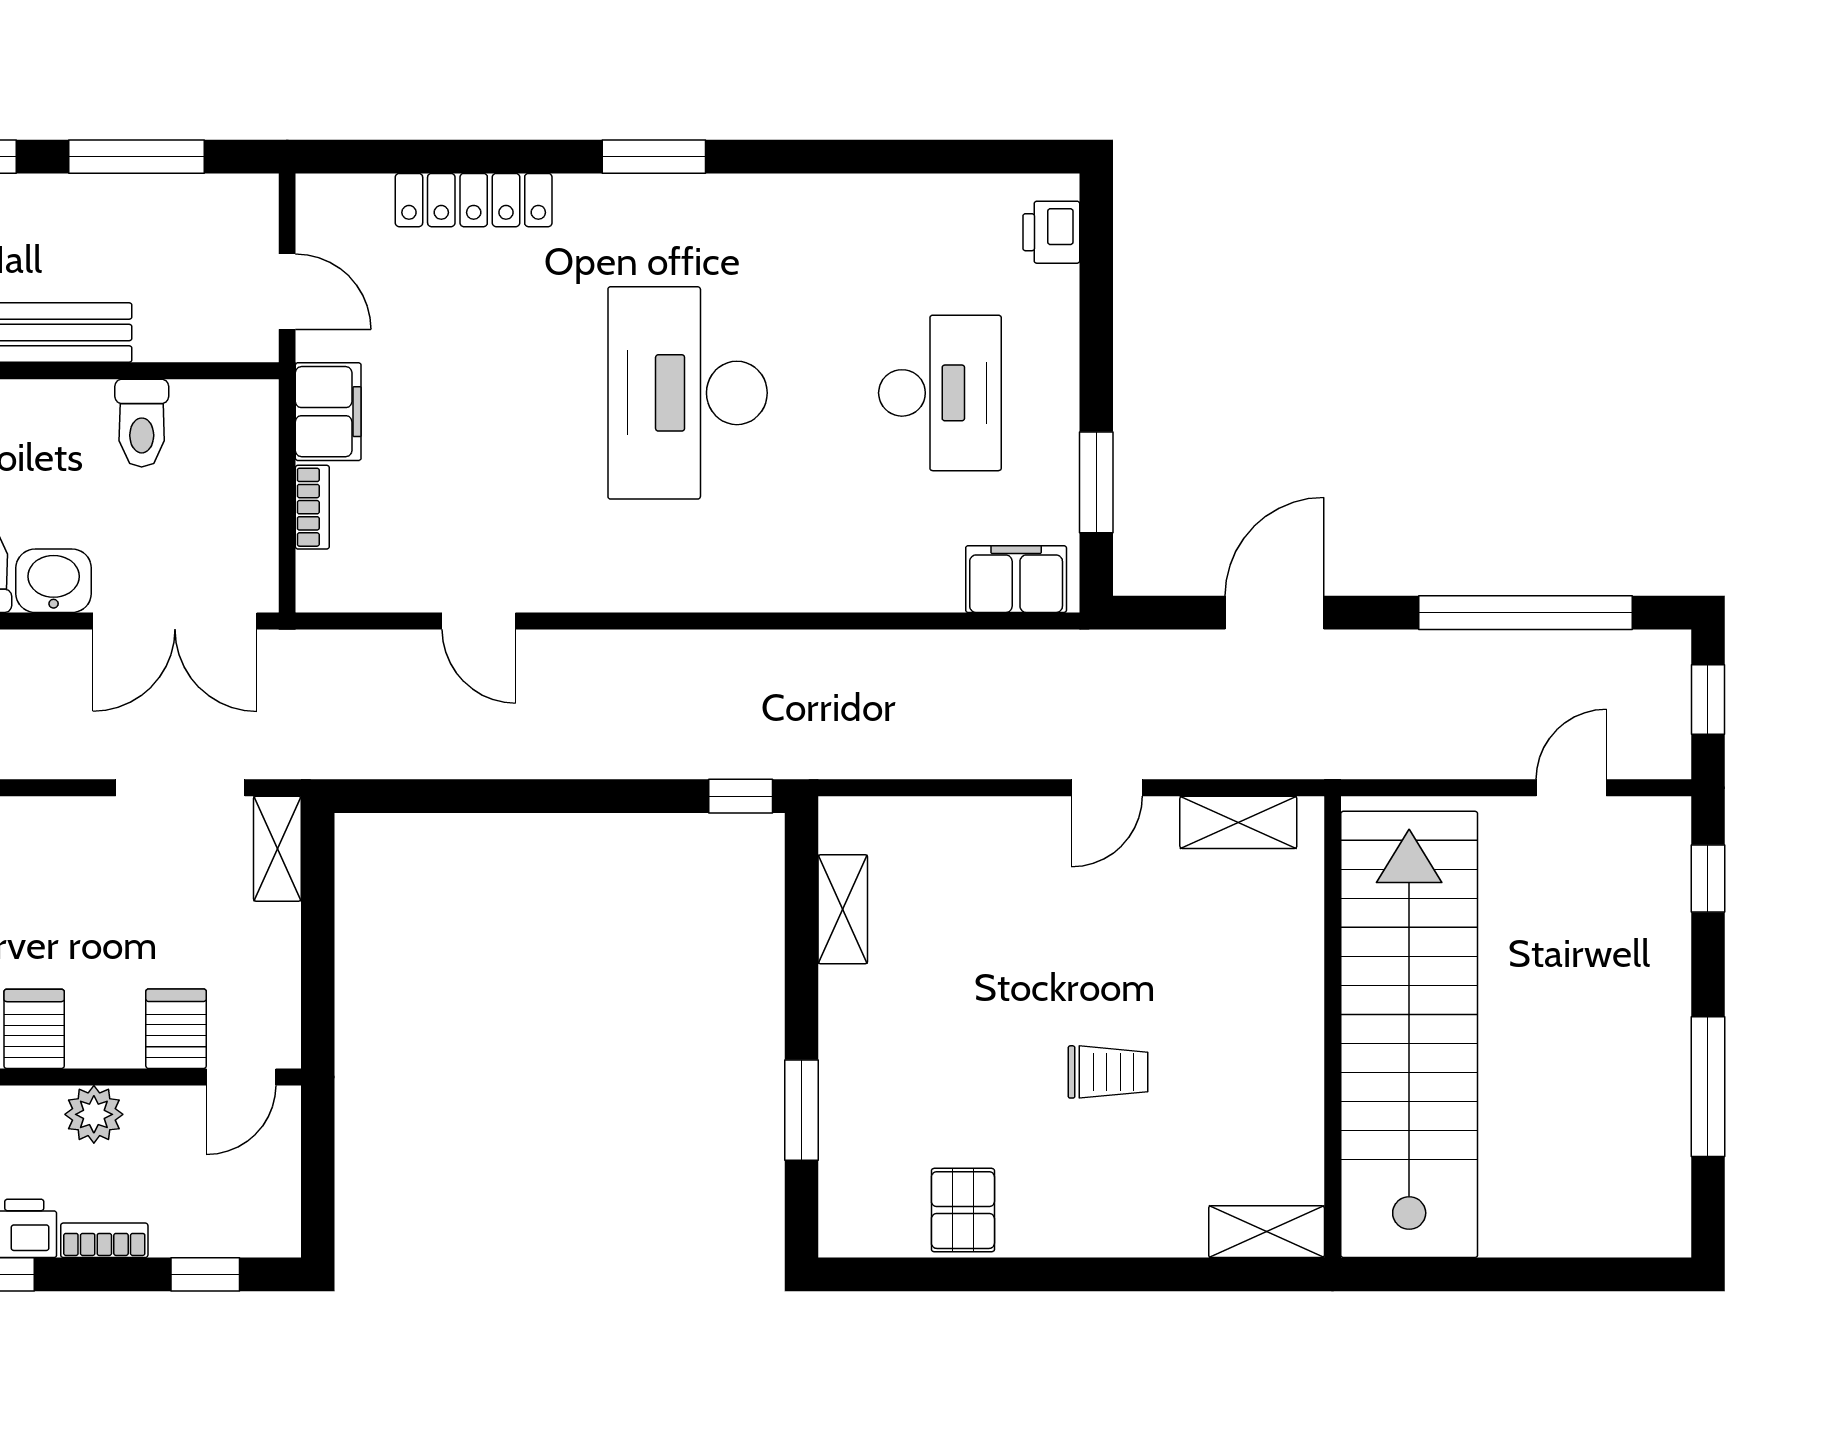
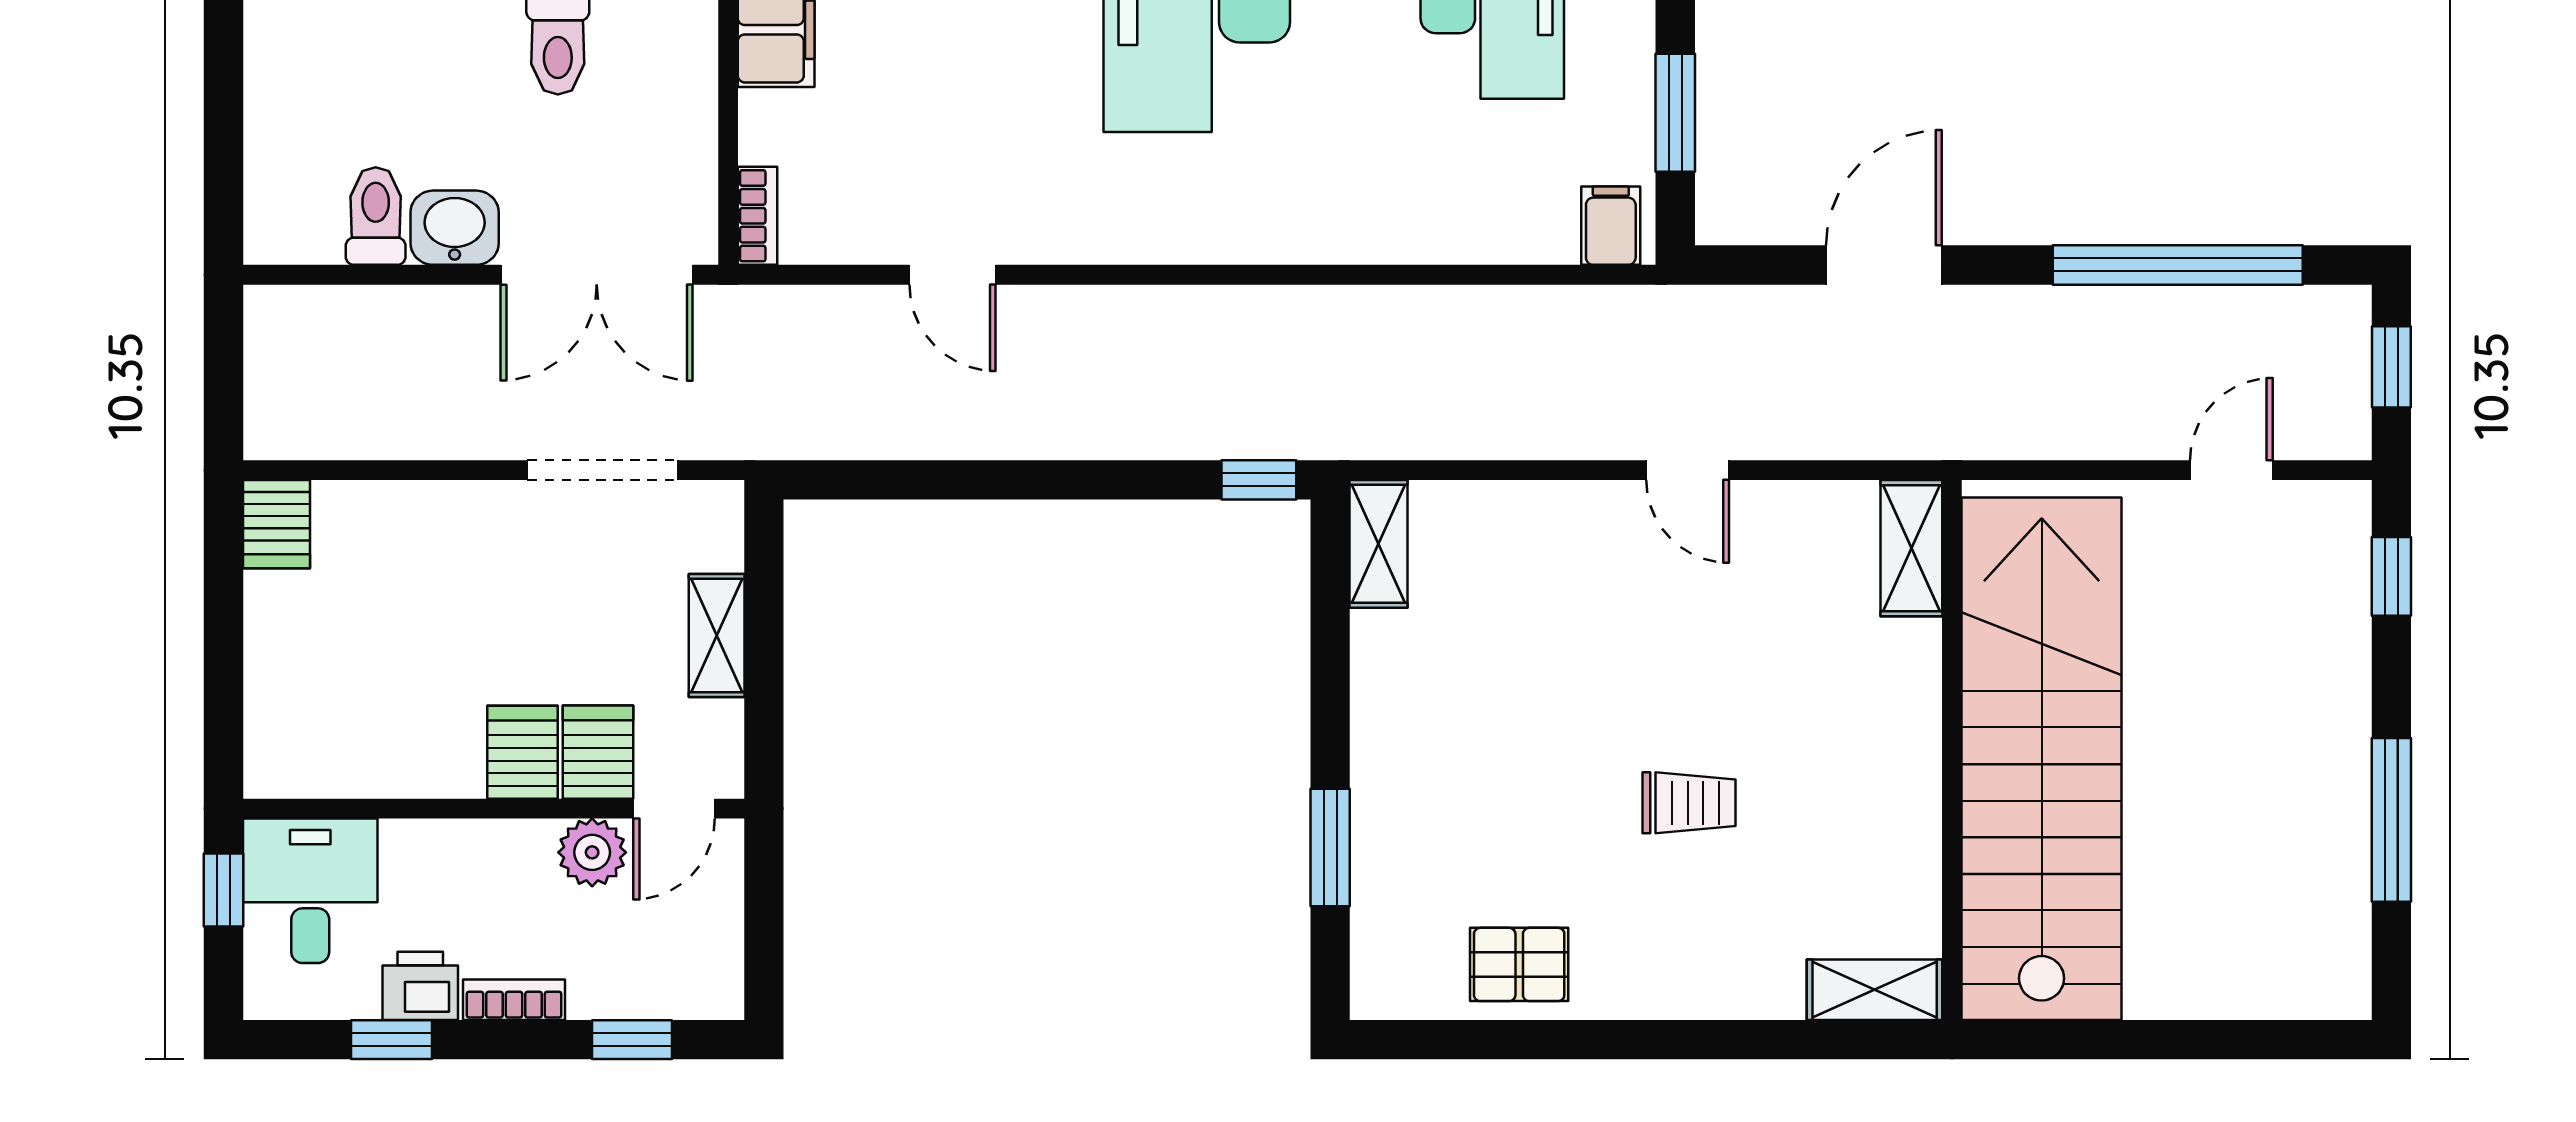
bookcase: (312, 507) -> (757, 216), moved
filing cabinet: (1016, 579) -> (1611, 226), width x0.50
door: (1107, 788) -> (1688, 470), hinge flipped
shelving: (1238, 822) -> (1911, 548), moved, turned 90
shelving: (277, 849) -> (717, 635), moved
shelving: (843, 909) -> (1379, 544), moved
server rack: (34, 1029) -> (523, 752), moved
plant: (94, 1114) -> (592, 852), moved
pallet: (963, 1210) -> (1519, 964), turned 90

